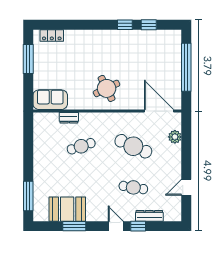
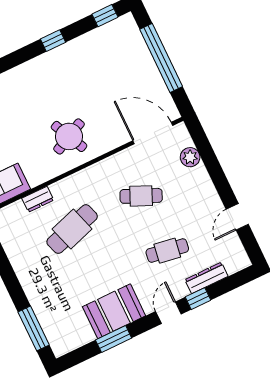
window: (149, 25) -> (105, 16), moved
cafe table: (81, 146) -> (72, 229), width x1.37, depth x1.35
cafe table: (133, 146) -> (141, 196), width x0.73, depth x0.74
booth: (67, 209) -> (114, 311), moved
door: (116, 226) -> (168, 313), hinge flipped

